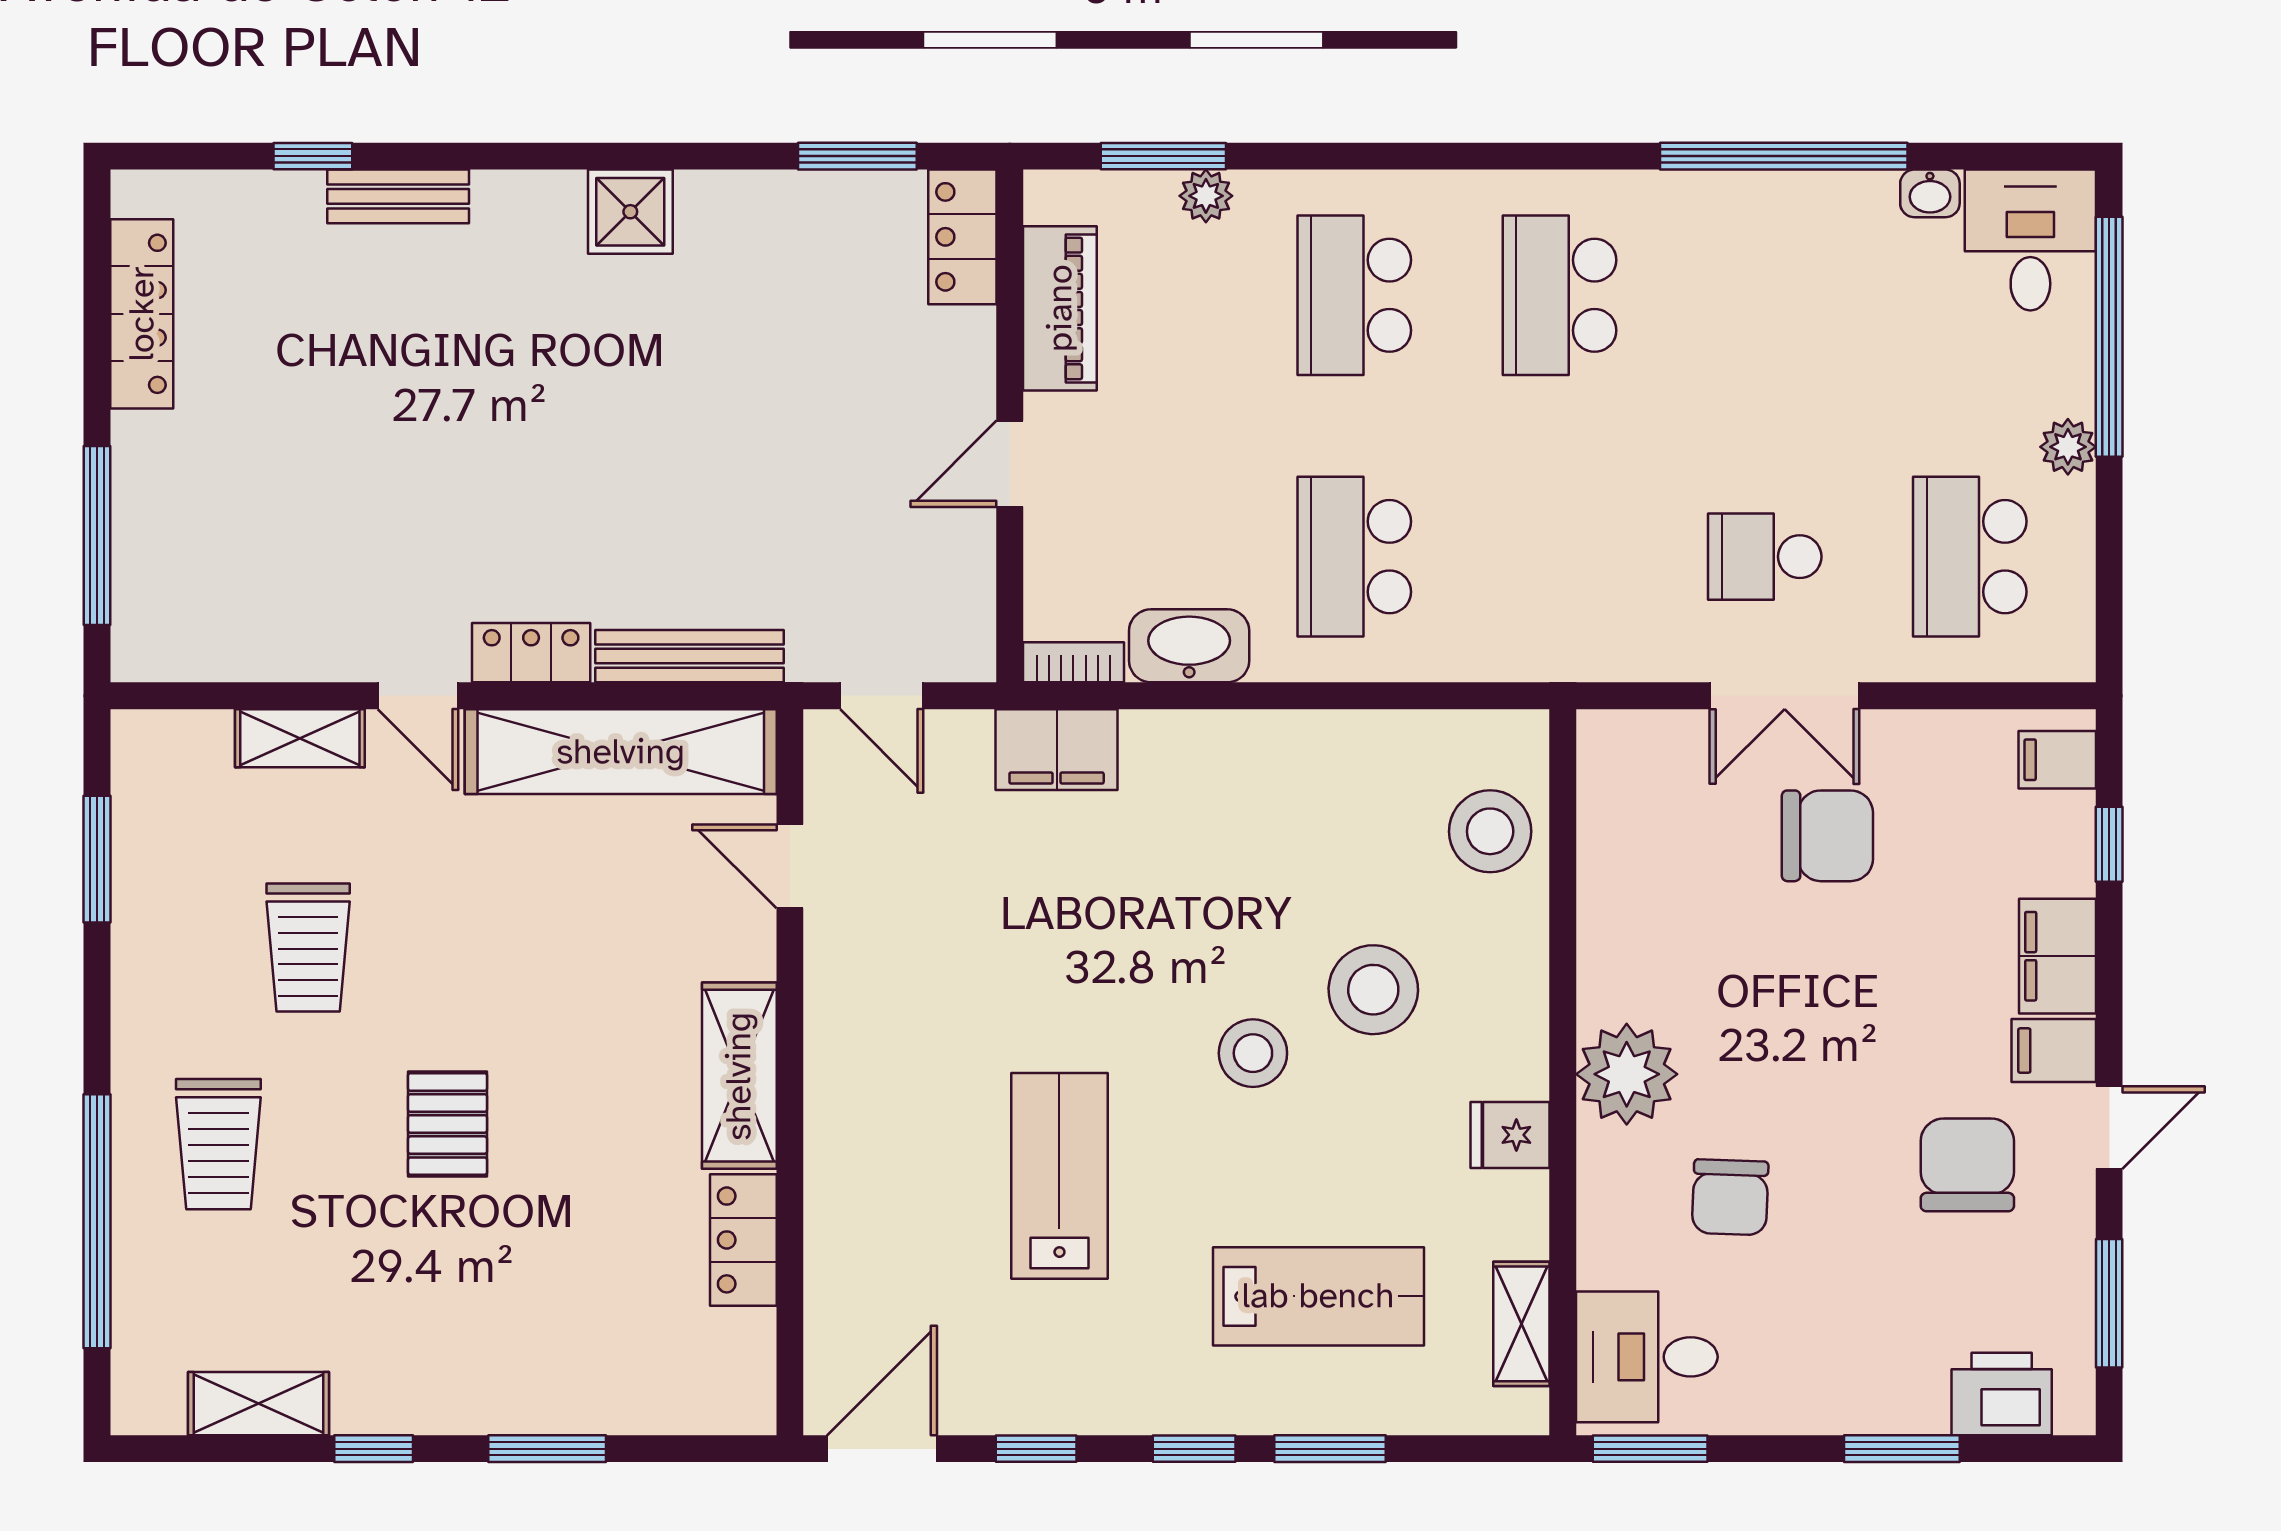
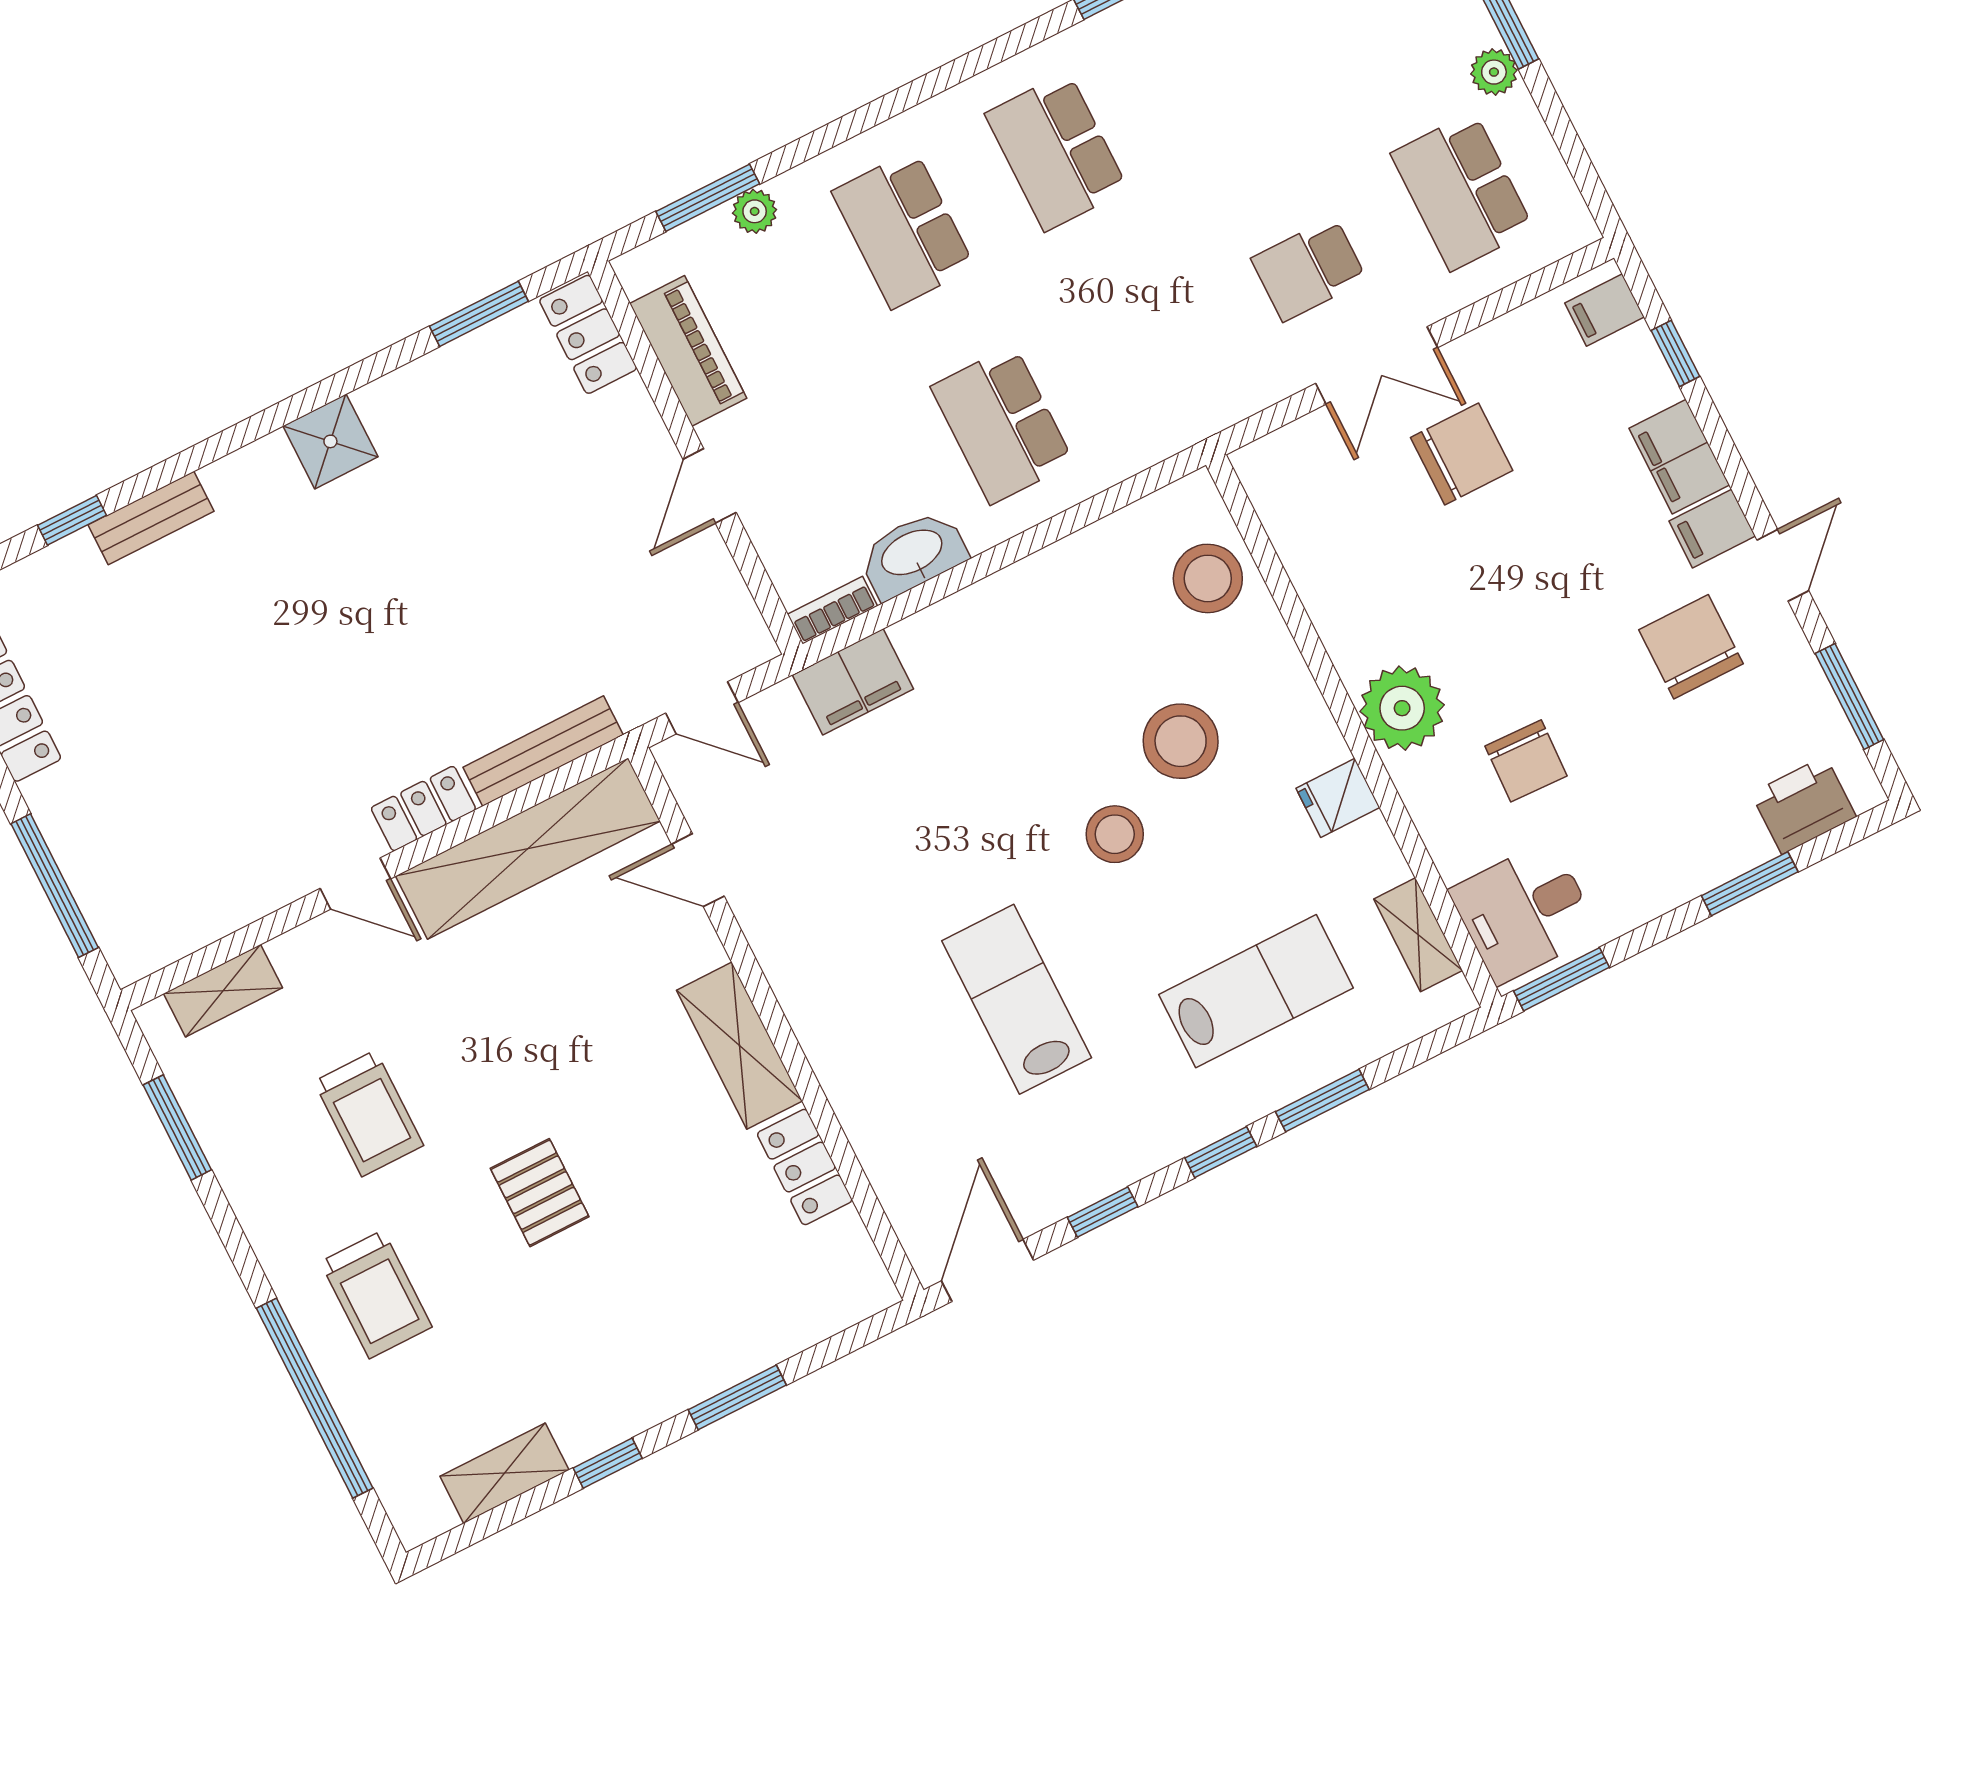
shelving: (300, 738) -> (223, 991), moved

